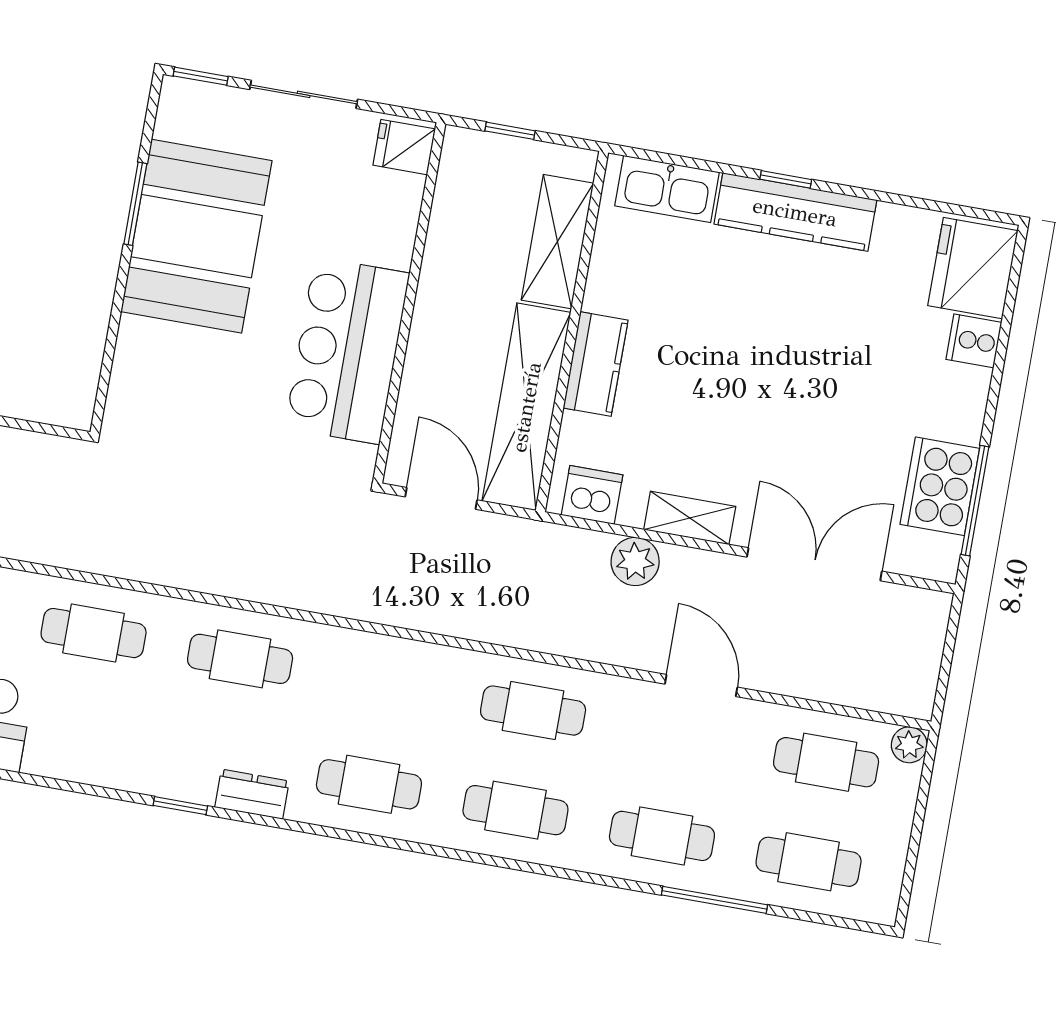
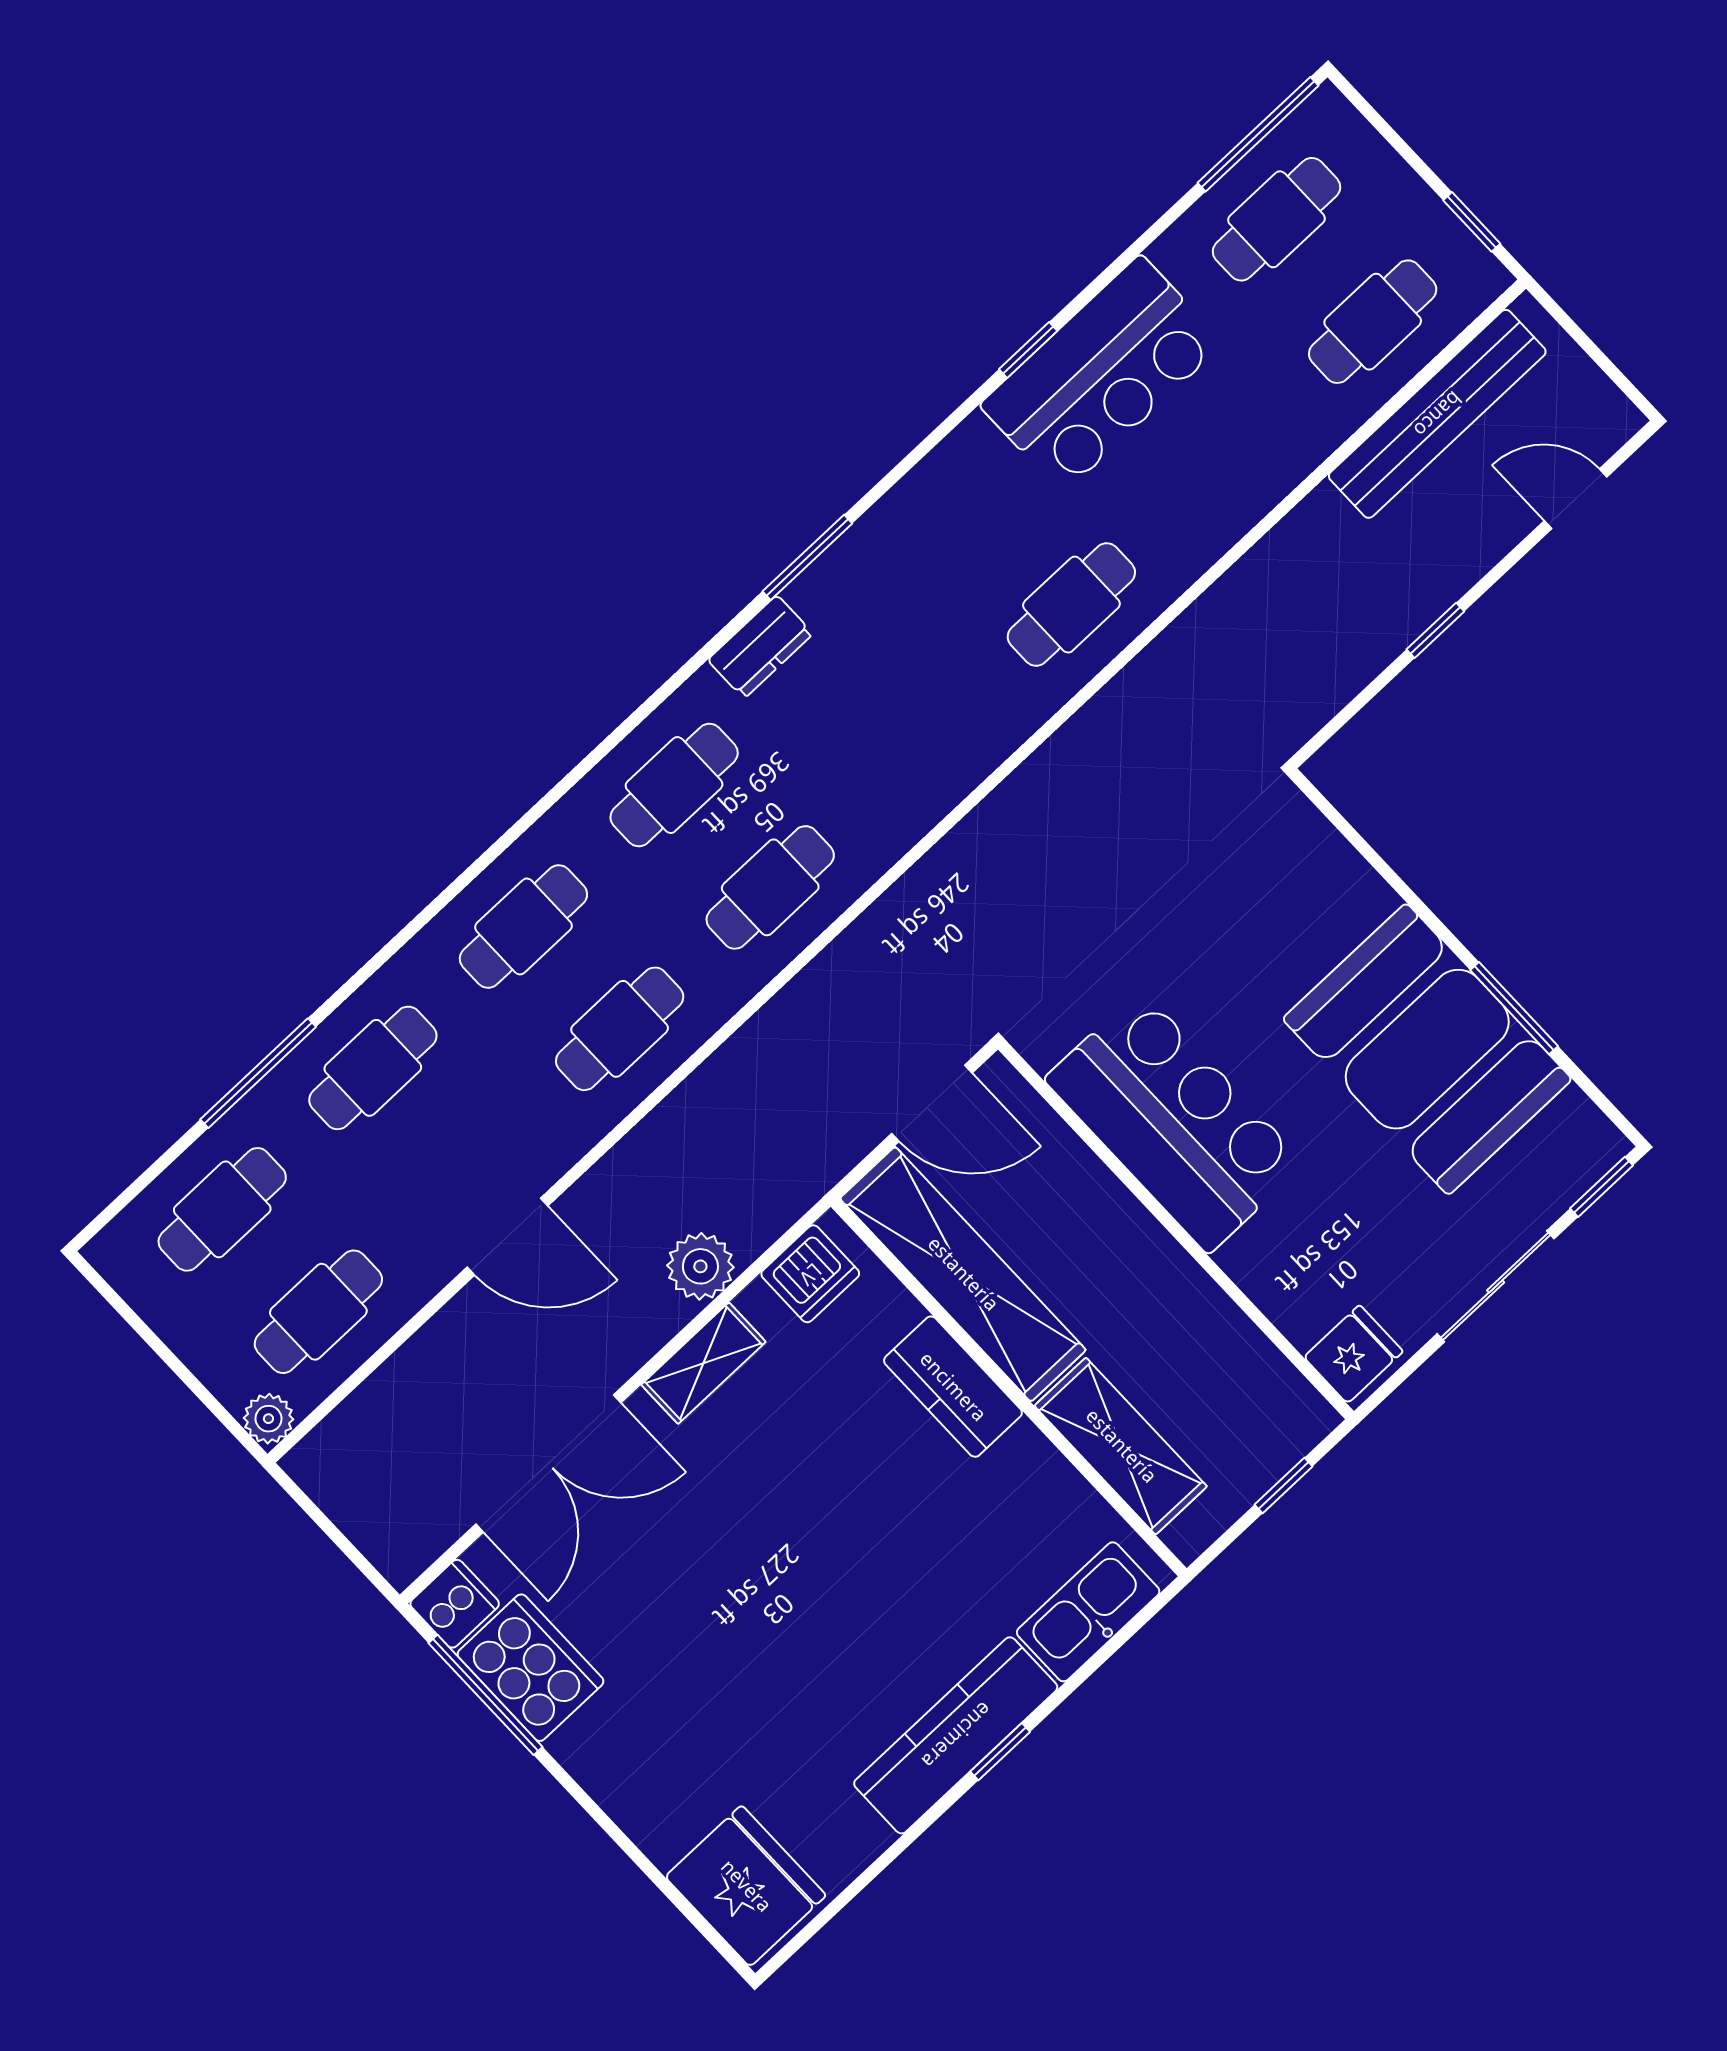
cooker: (974, 341) -> (455, 1604), moved
cafe table: (240, 659) -> (770, 887), moved
window: (180, 806) -> (807, 557), width x1.50

